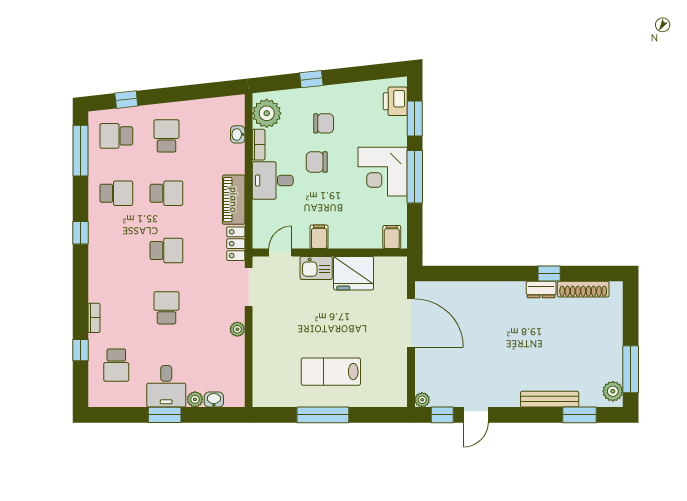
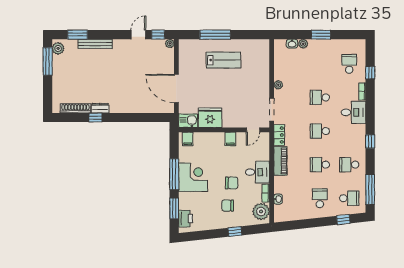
school desk: (166, 136) -> (320, 198), turned 180
kitchen sink: (316, 268) -> (188, 121), moved
school desk: (166, 308) -> (320, 97), turned 90
desk: (166, 386) -> (353, 112), moved, turned 90
window: (323, 415) -> (215, 35), moved

